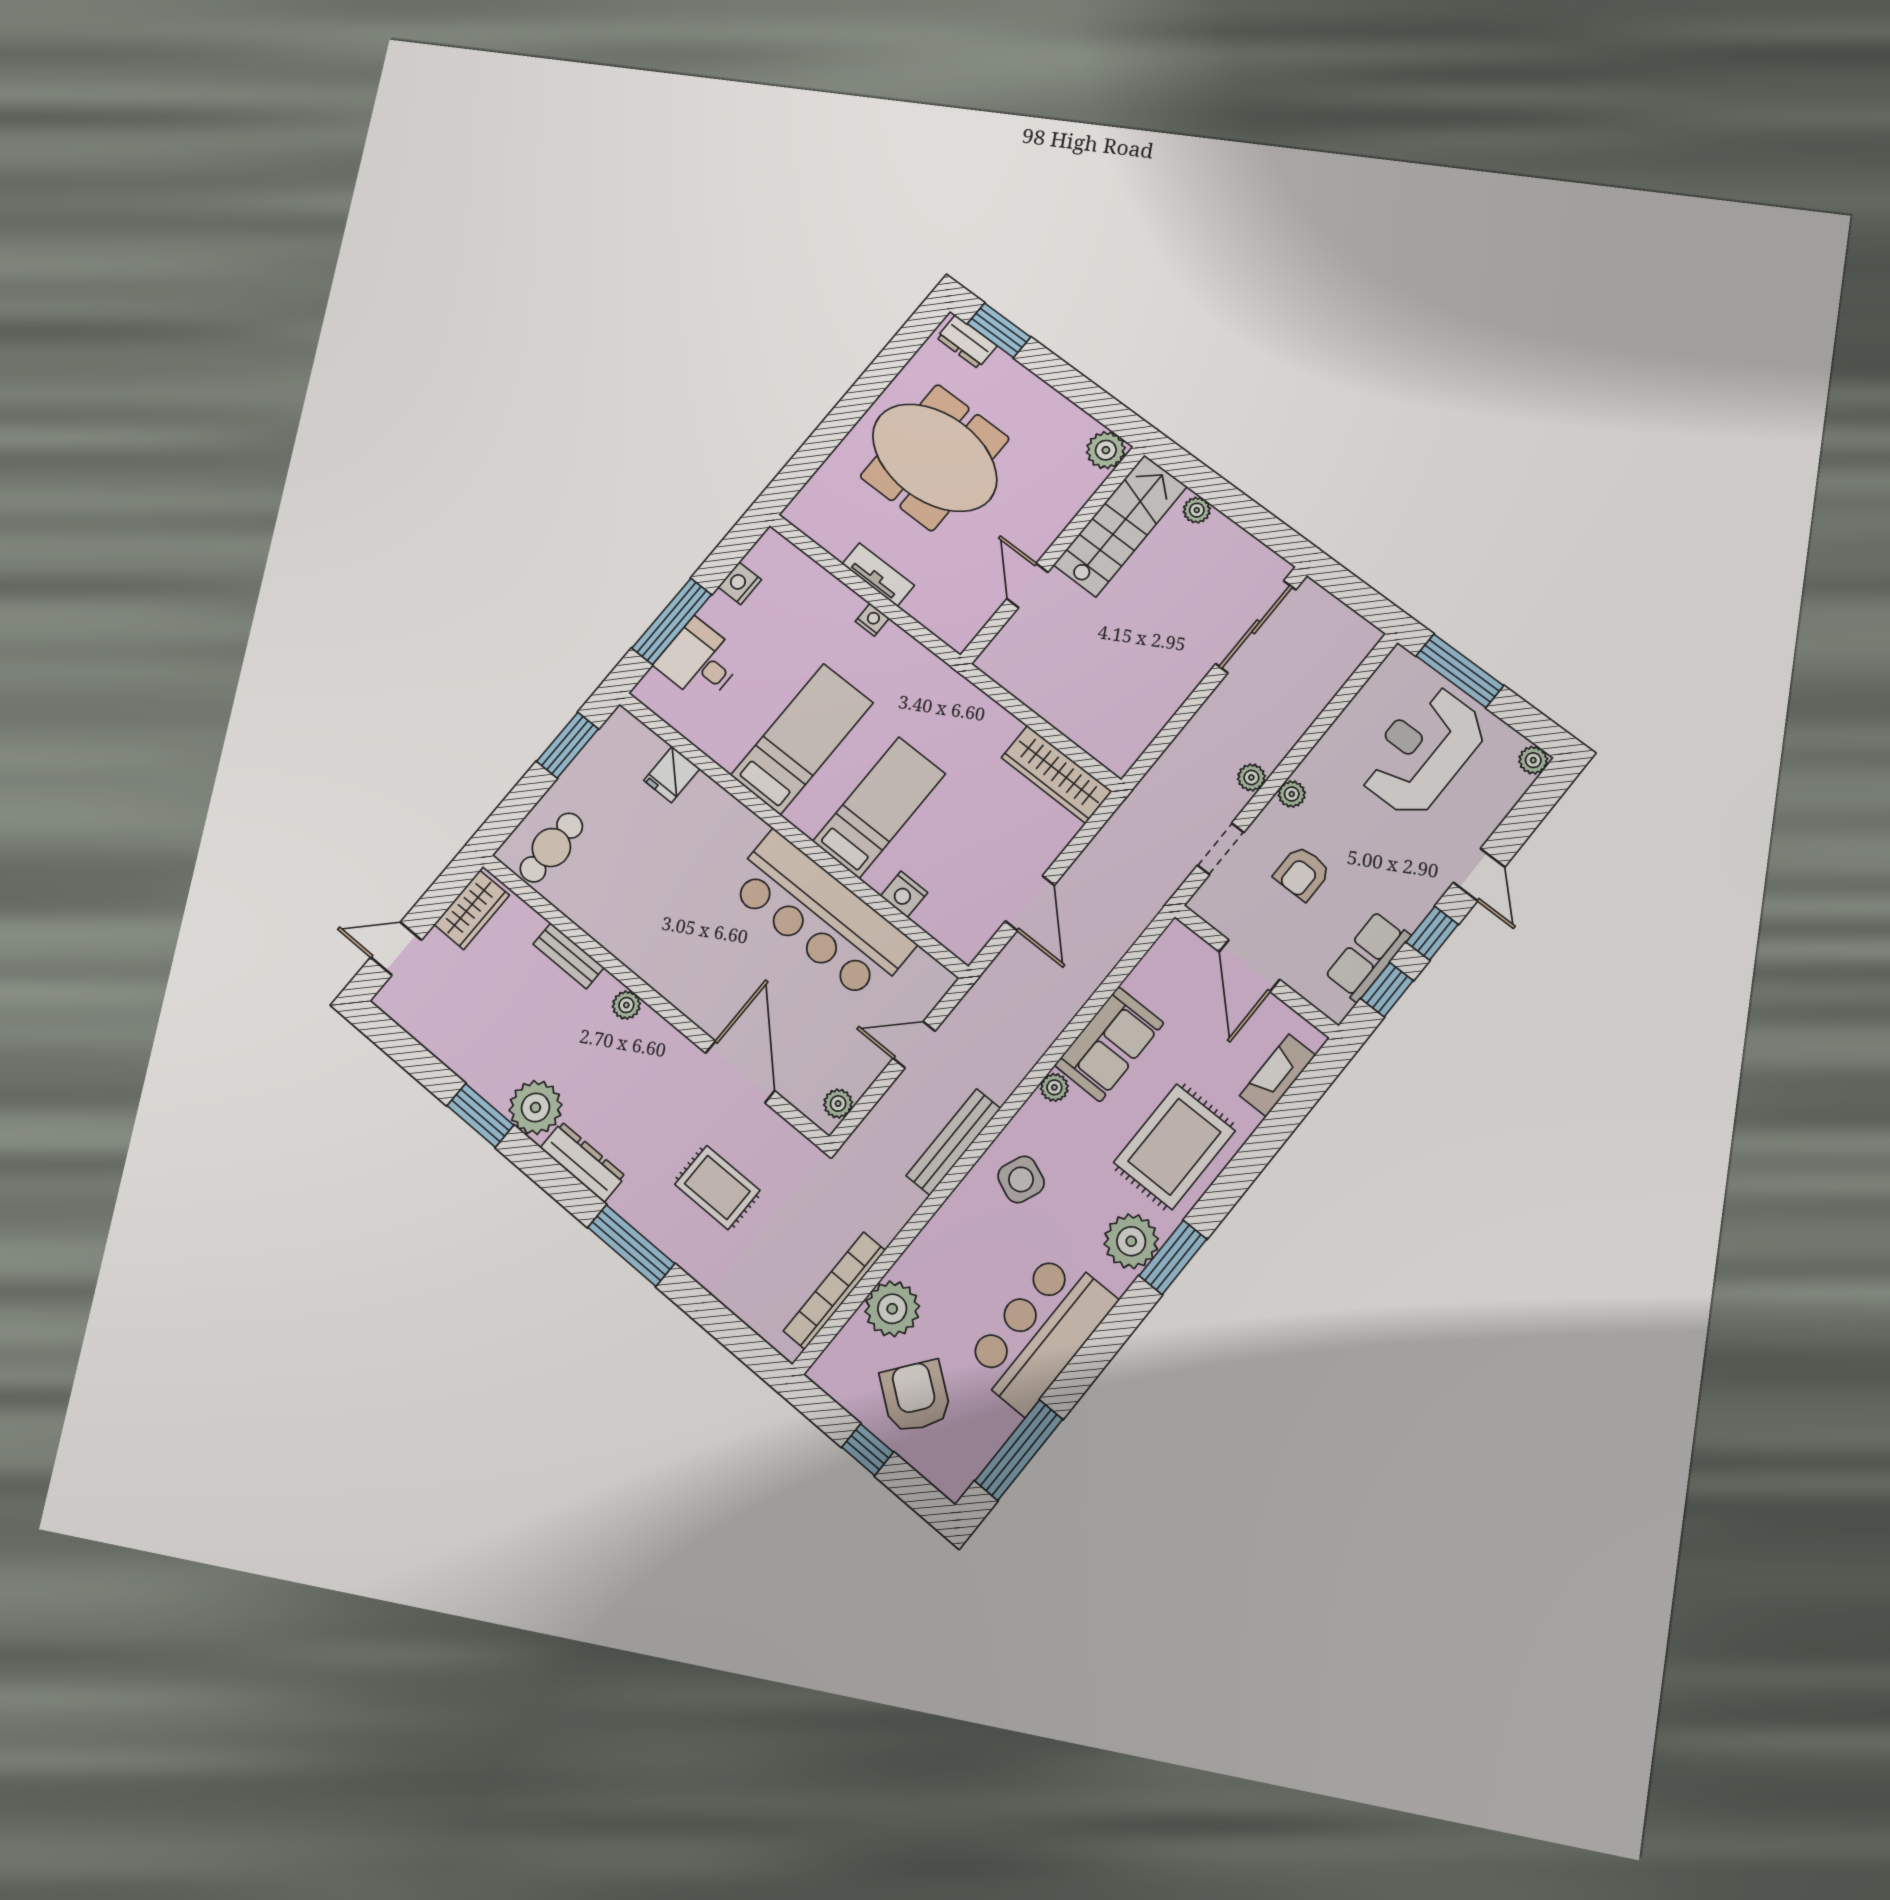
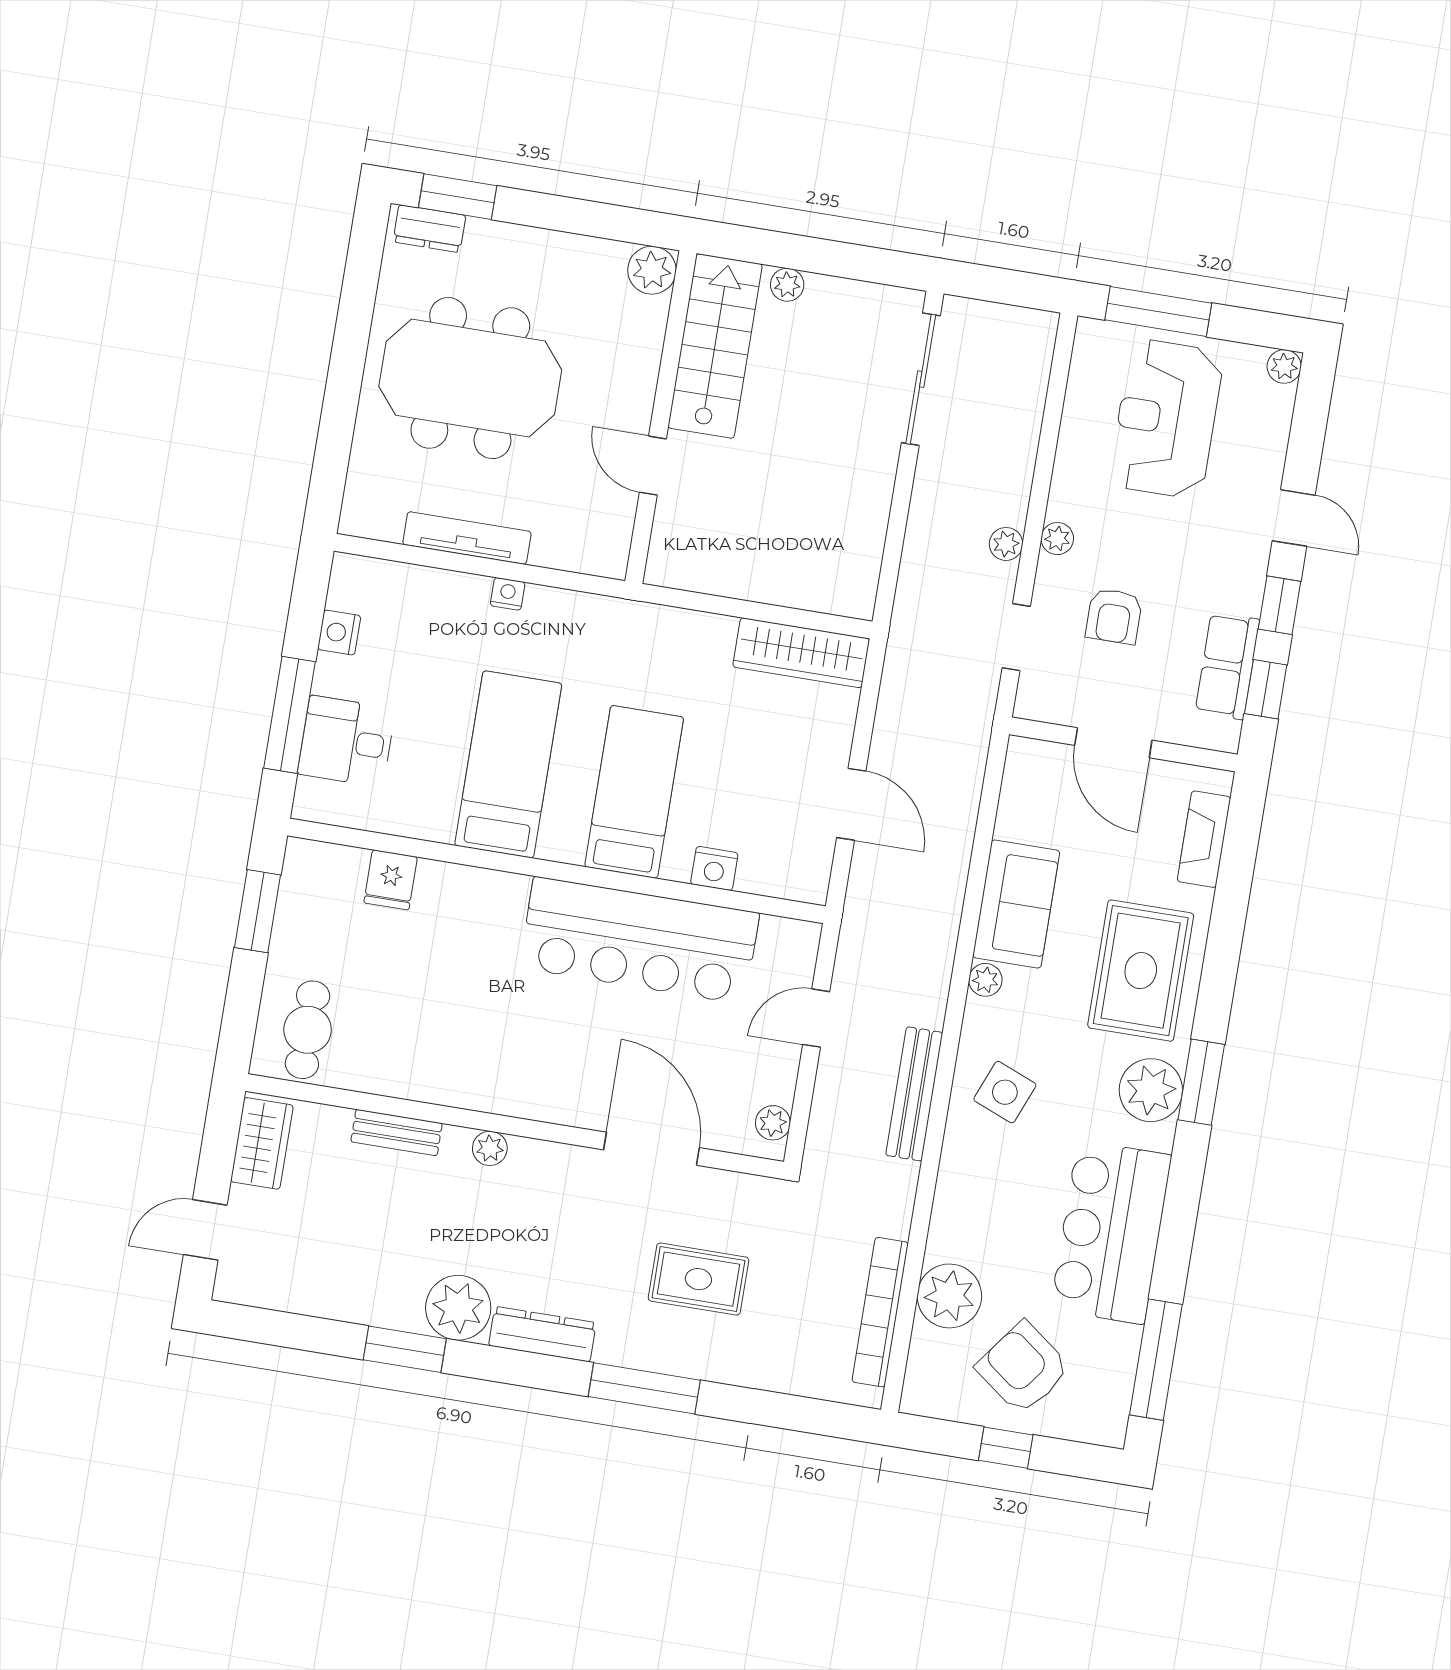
tv unit: (878, 575) -> (467, 538), width x1.41

